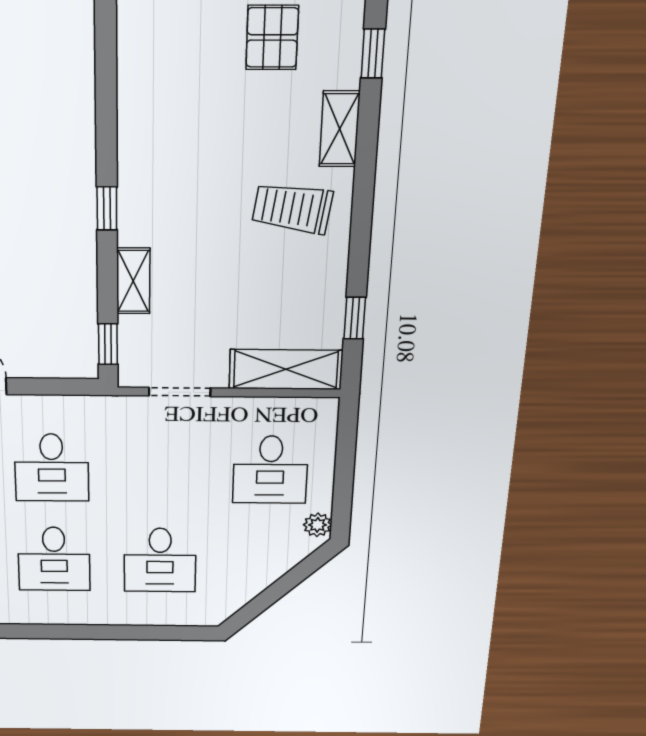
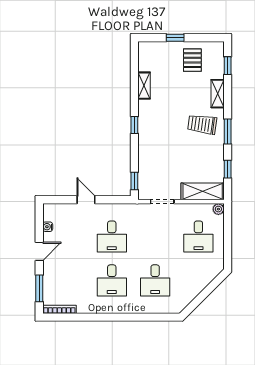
window: (361, 227) -> (228, 132), added
shelving: (133, 281) -> (144, 86), moved
plant: (318, 525) -> (218, 209), moved

